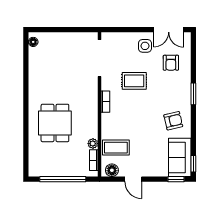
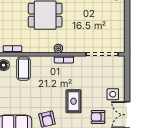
rug: (134, 81) -> (74, 101), moved
plant: (93, 144) -> (58, 48), moved

